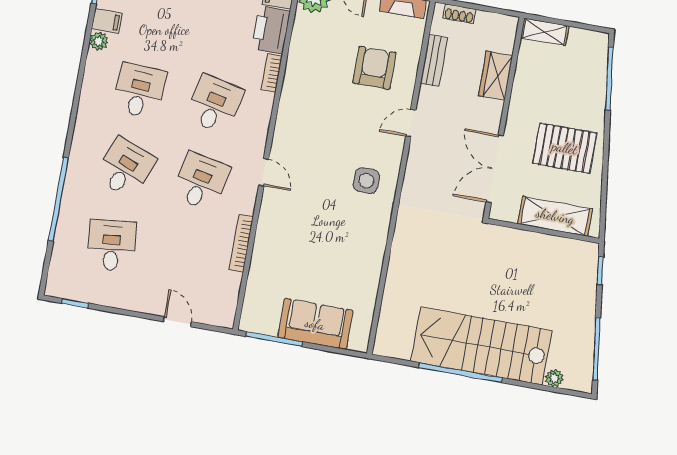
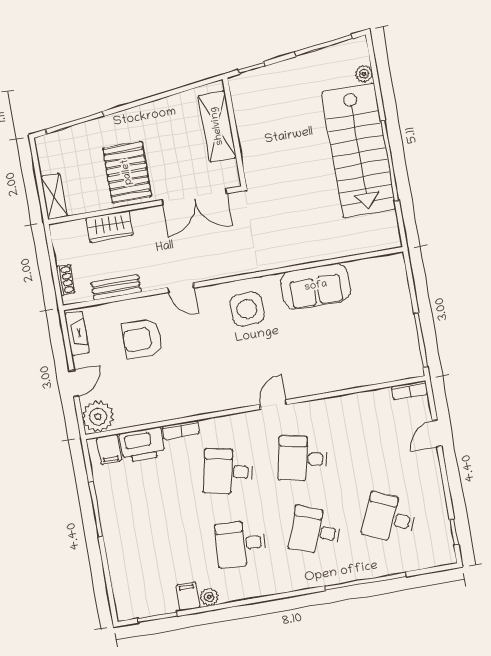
pallet: (565, 148) -> (127, 172), moved
side table: (366, 181) -> (247, 309), width x1.37, depth x1.37
bookcase: (241, 243) -> (410, 390), moved, width x0.64
desk: (112, 245) -> (390, 518), turned 30
sofa: (315, 324) -> (316, 286), moved, turned -90

